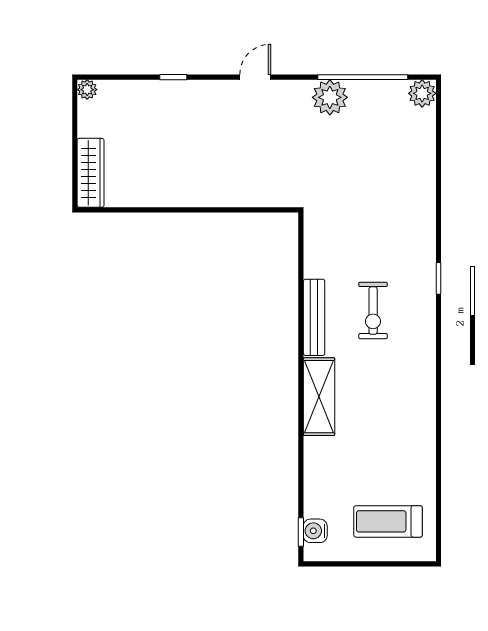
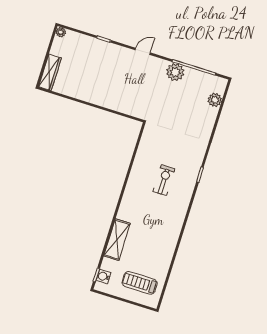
plant: (422, 93) -> (215, 100), moved
exercise bike: (373, 311) -> (164, 180), turned 180
bench: (314, 317) -> (135, 175), removed
shelving: (319, 397) -> (117, 240), moved

